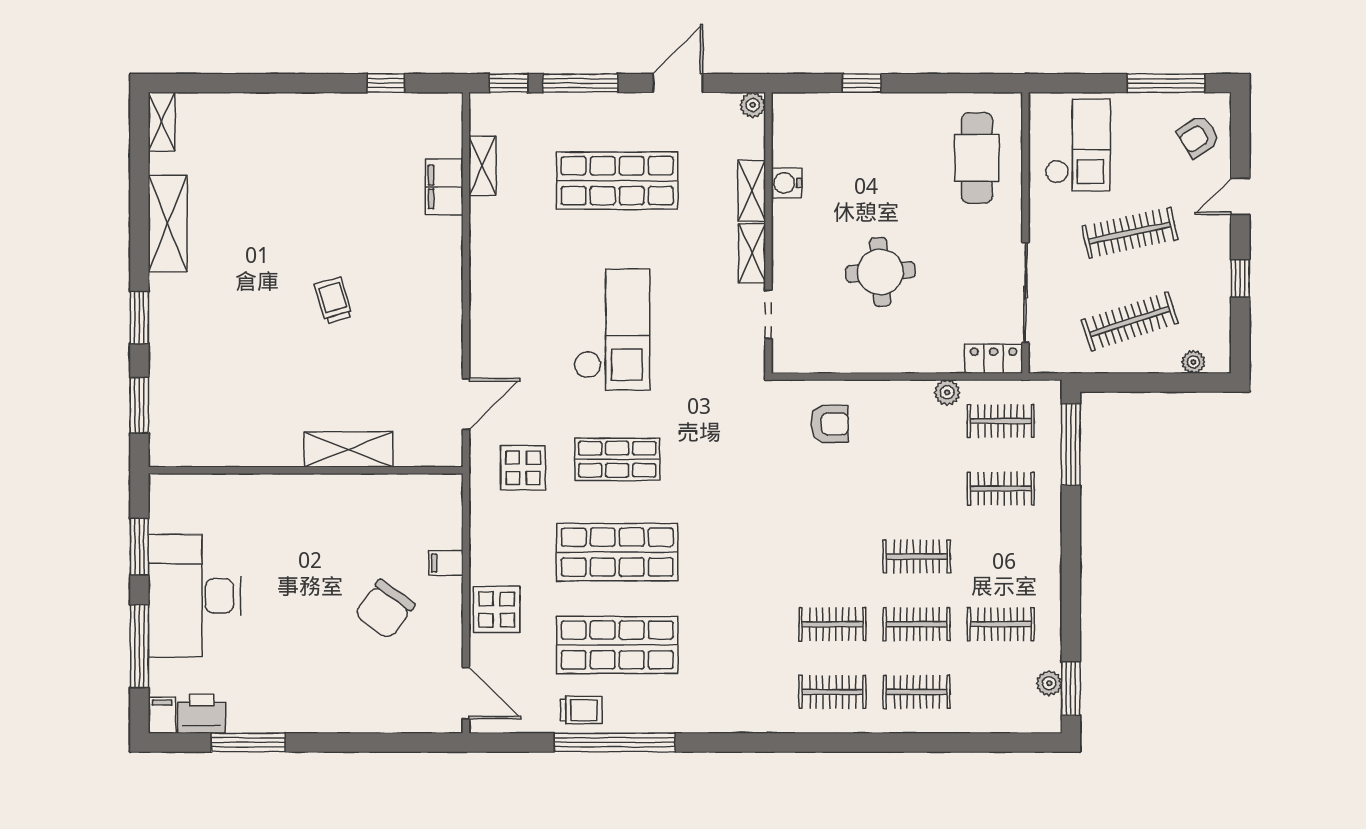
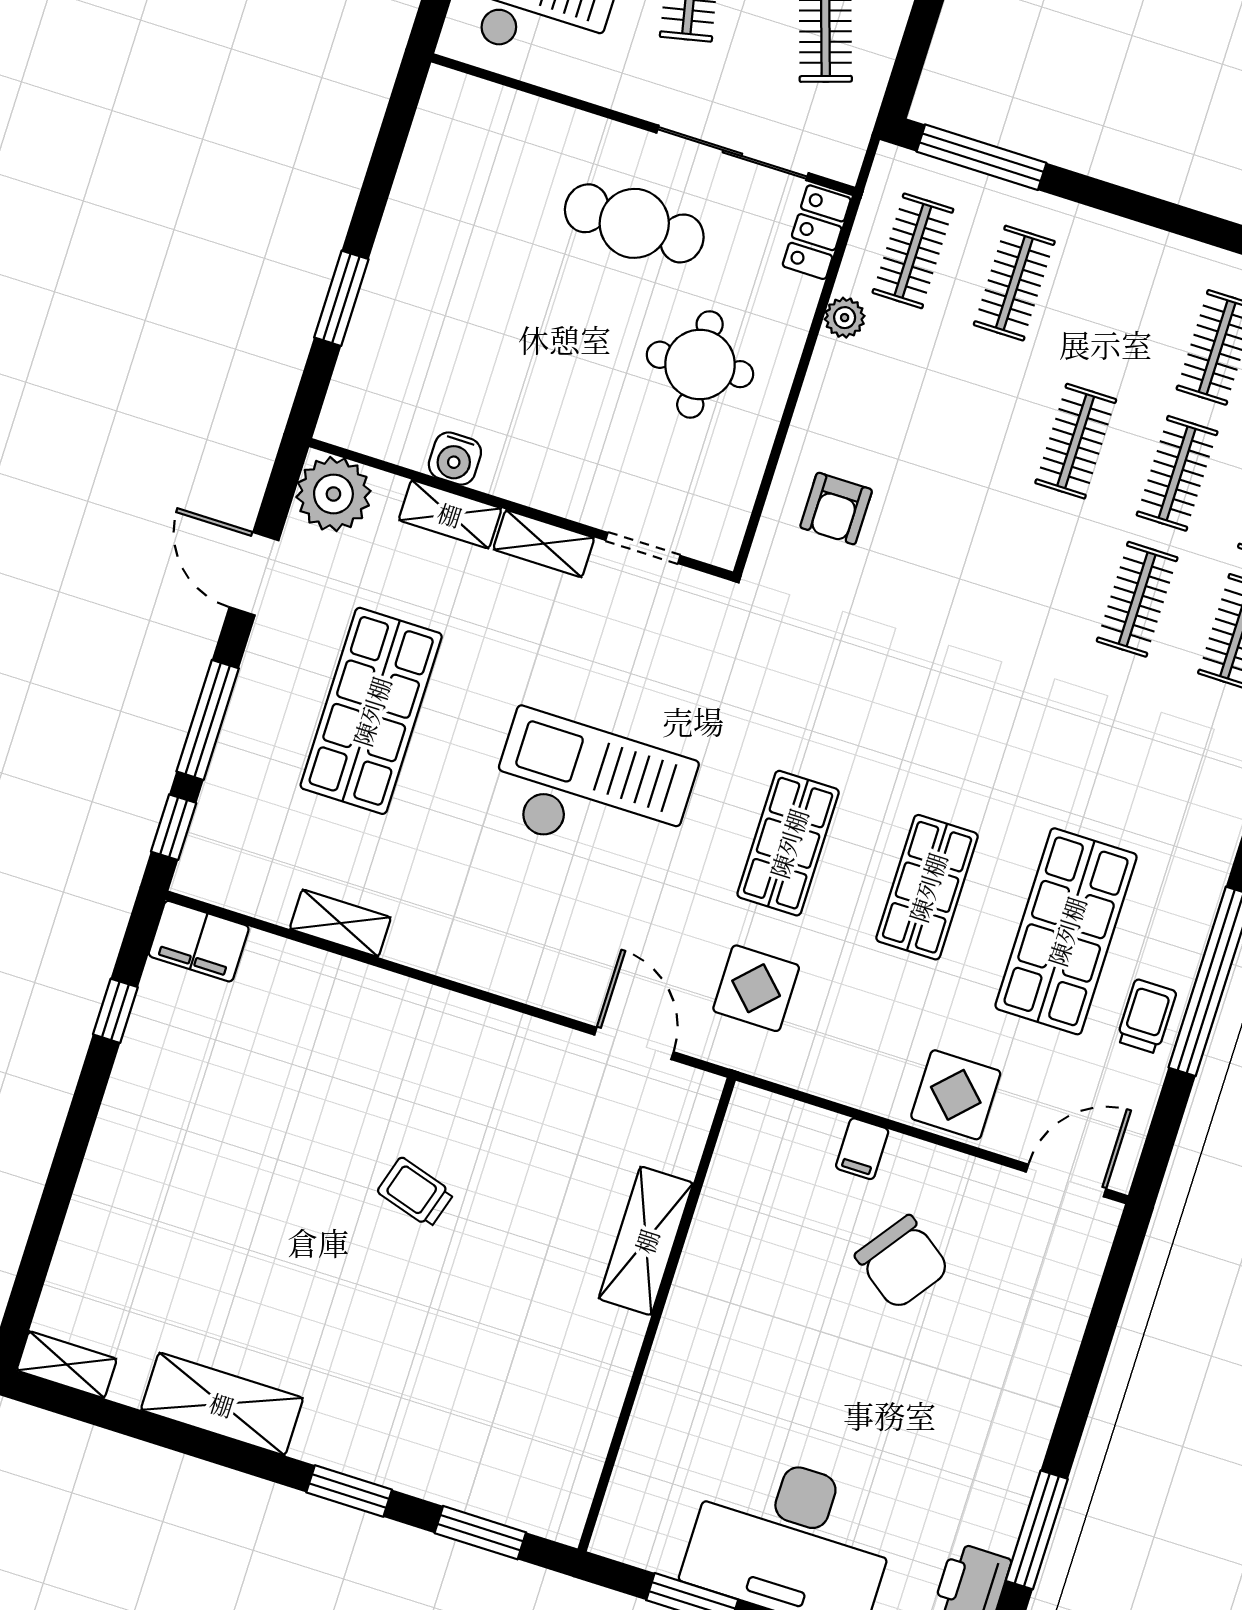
window: (862, 83) -> (341, 298), width x1.50
plant: (753, 105) -> (333, 494), width x1.87, depth x1.87
cafe table: (977, 158) -> (634, 223), moved
shelving: (482, 166) -> (340, 923), moved
filing cabinet: (444, 187) -> (199, 941), moved
round table: (880, 272) -> (700, 364), moved
trolley: (333, 300) -> (415, 1192), turned 33
armchair: (830, 424) -> (836, 509), turned 180
shop shelf: (617, 552) -> (927, 887), width x0.70, depth x0.74

